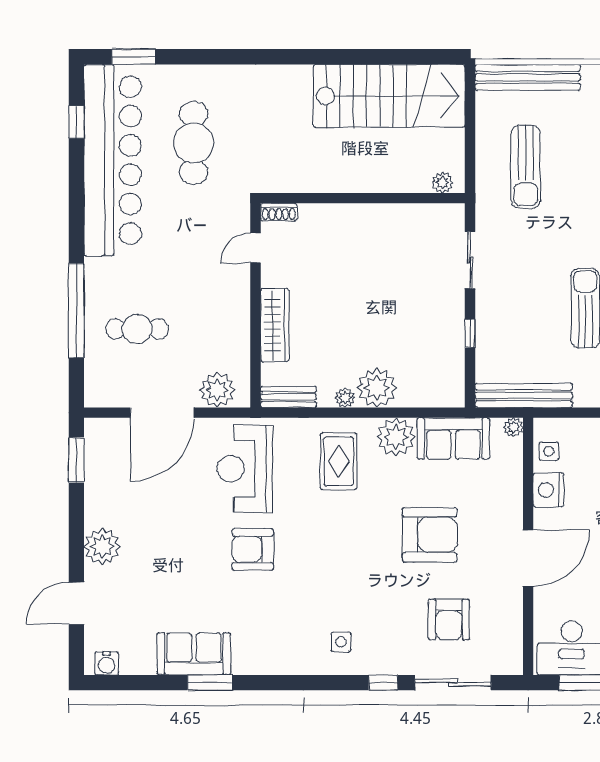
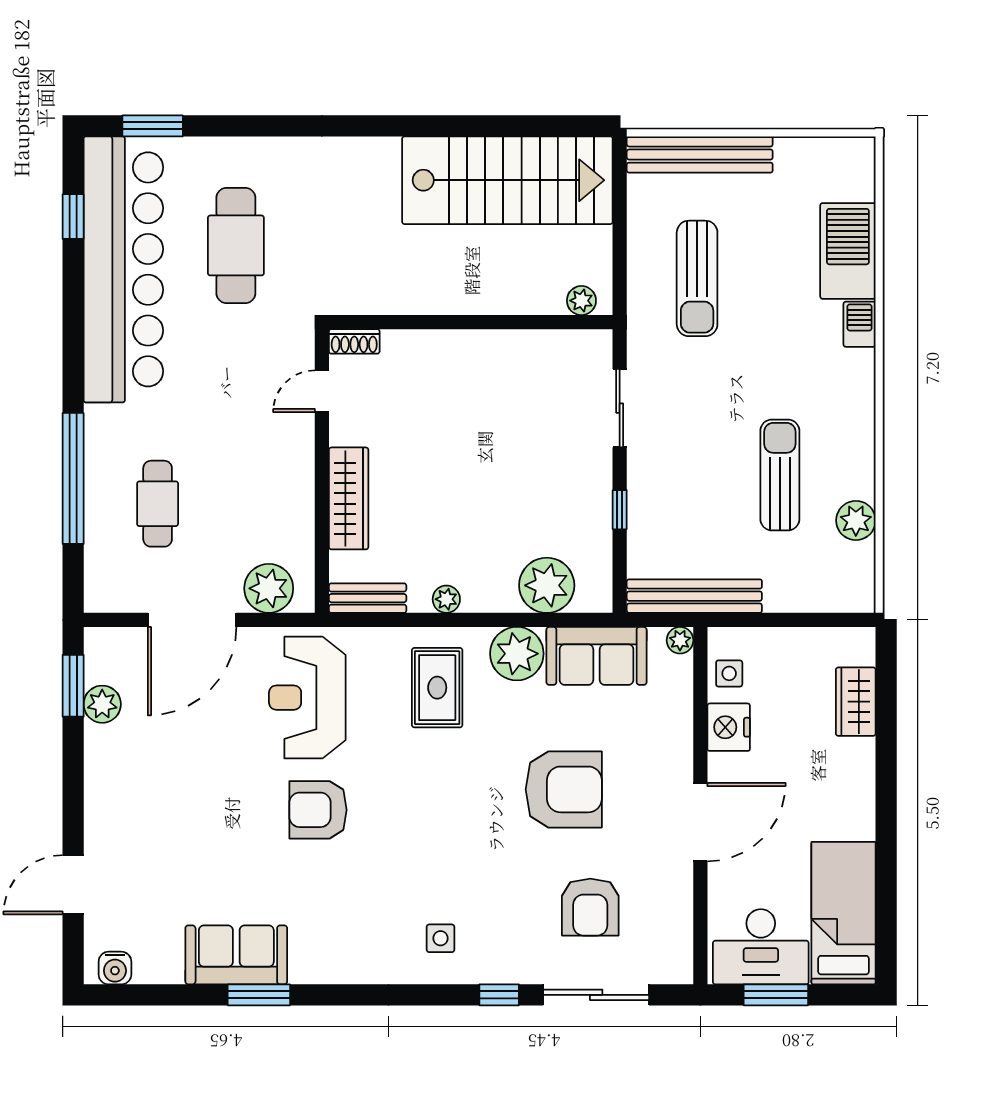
cafe table: (137, 329) -> (158, 504), turned 90
plant: (377, 388) -> (547, 585), moved
plant: (102, 547) -> (102, 704), moved, width x0.73, depth x0.73

